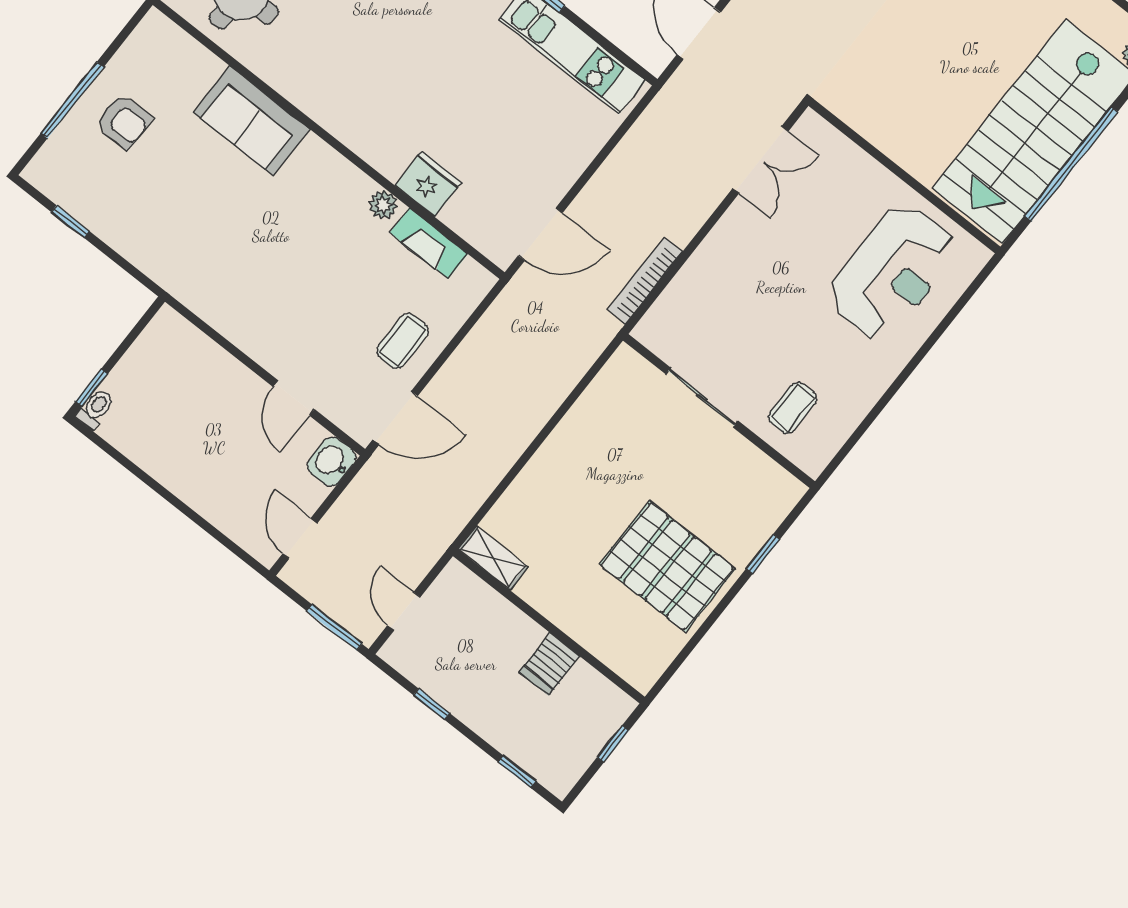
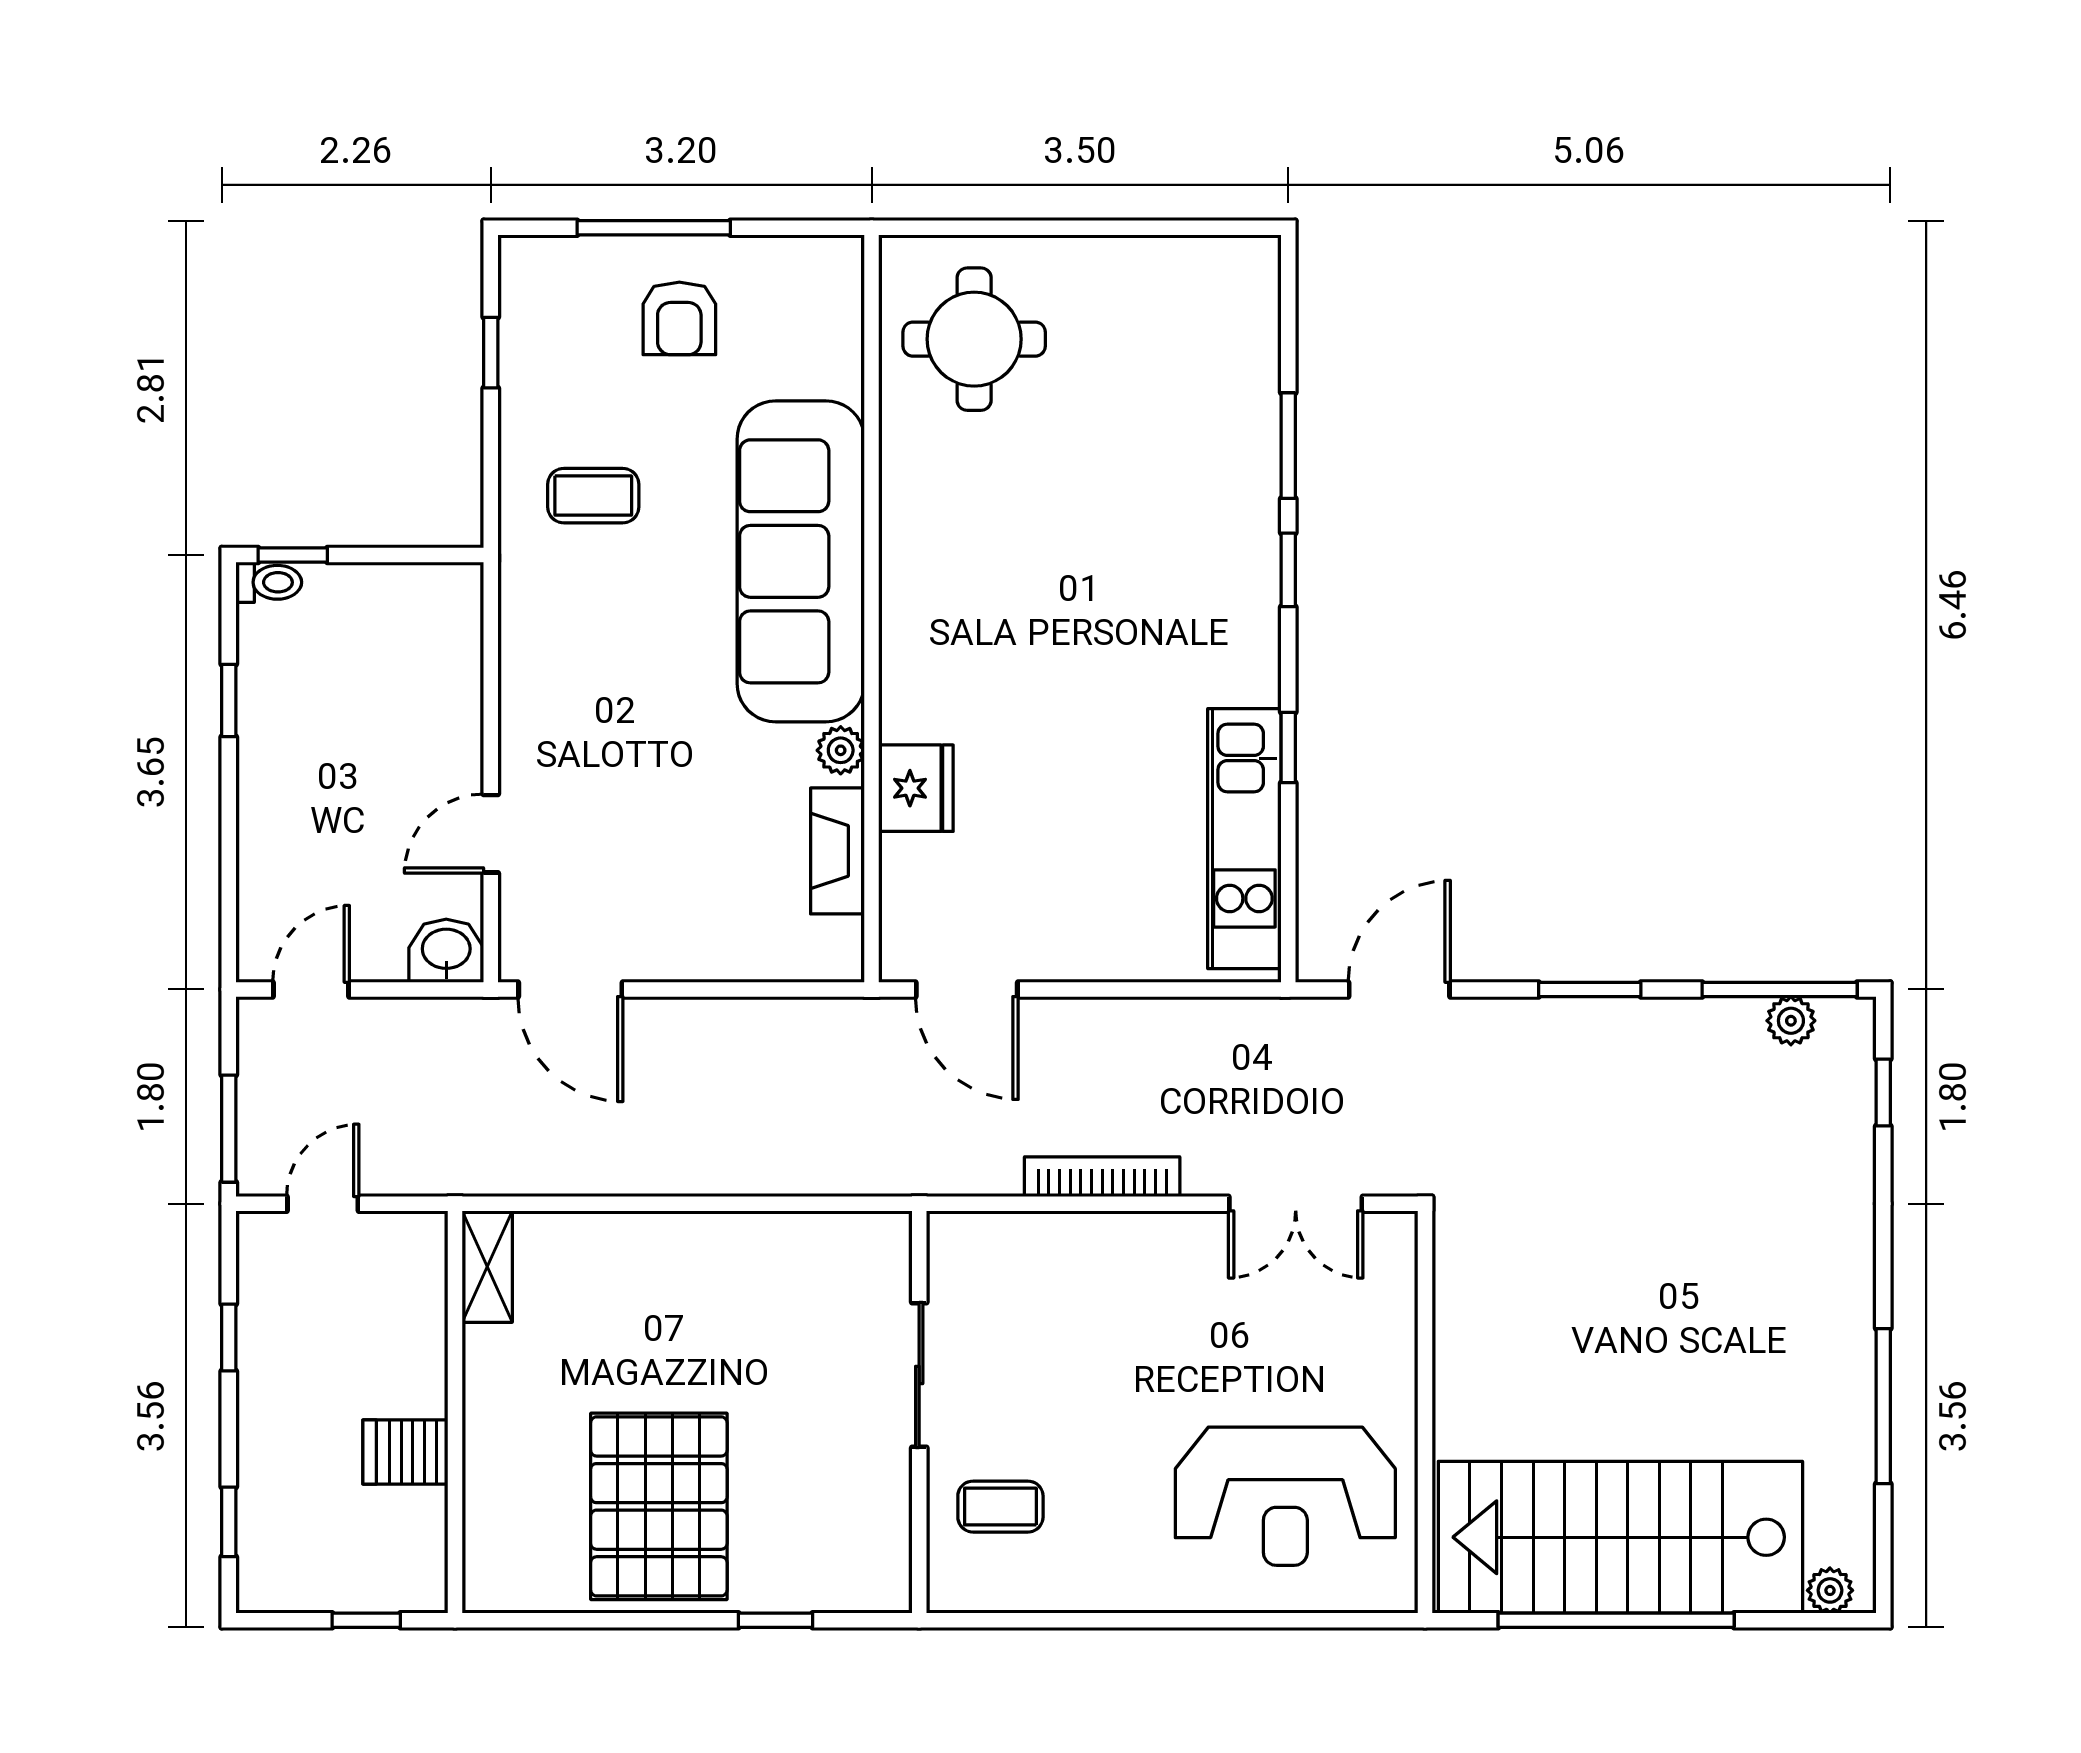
sofa: (252, 121) -> (801, 561), width x1.85, depth x1.27
bookcase: (645, 280) -> (1102, 1177), moved
coffee table: (403, 341) -> (593, 496), moved
window: (136, 471) -> (229, 700), added

